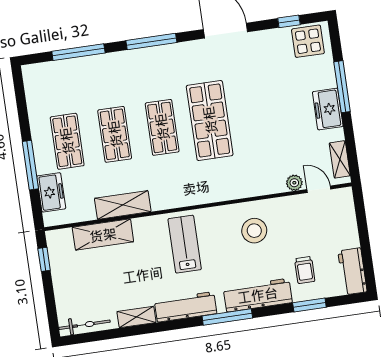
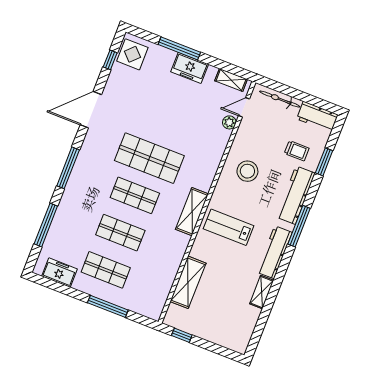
freezer: (51, 192) -> (59, 273), moved
shelving: (123, 205) -> (192, 212), moved
bicycle: (85, 325) -> (280, 99), moved, turned -90

